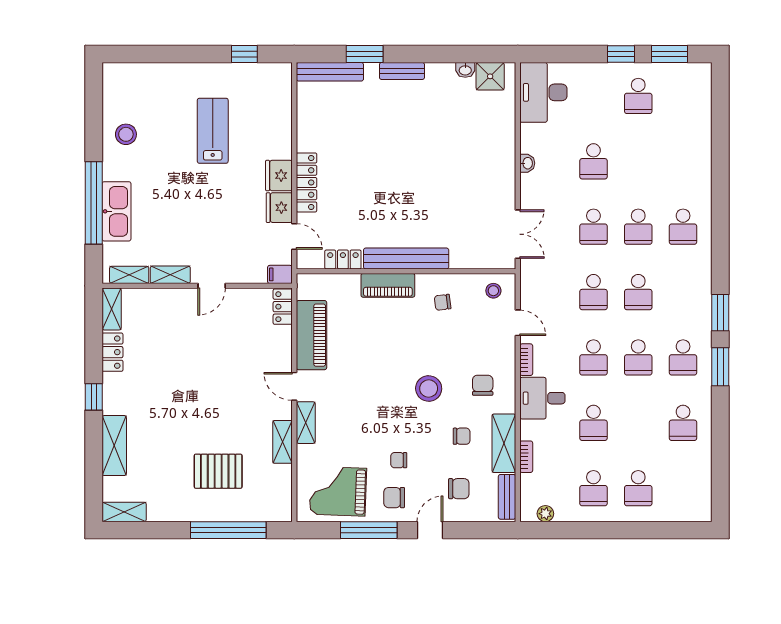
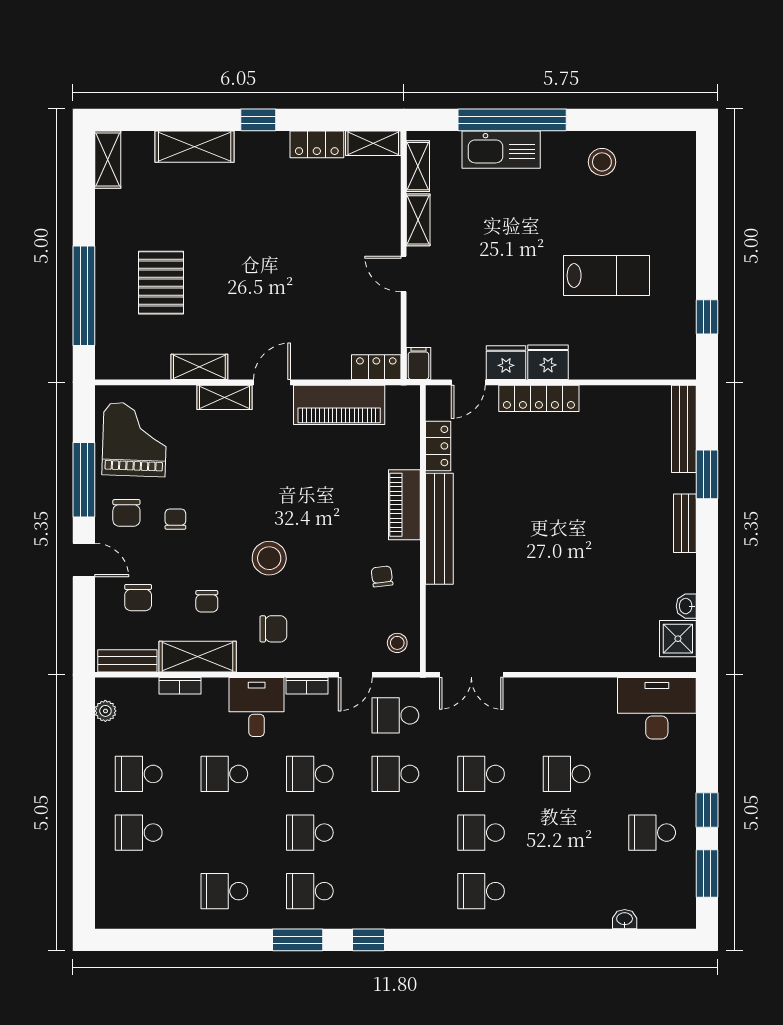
washbasin: (527, 163) -> (625, 919), moved, turned 180
school desk: (638, 292) -> (395, 715), moved
window: (720, 313) -> (369, 940), width x0.67
chair: (394, 498) -> (126, 513), turned 180

